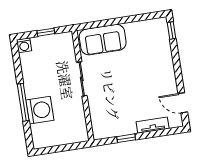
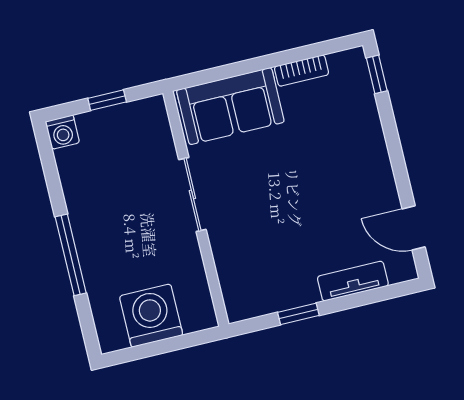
bookcase: (137, 26) -> (301, 71), added
washing machine: (40, 110) -> (151, 316), moved, turned -90

